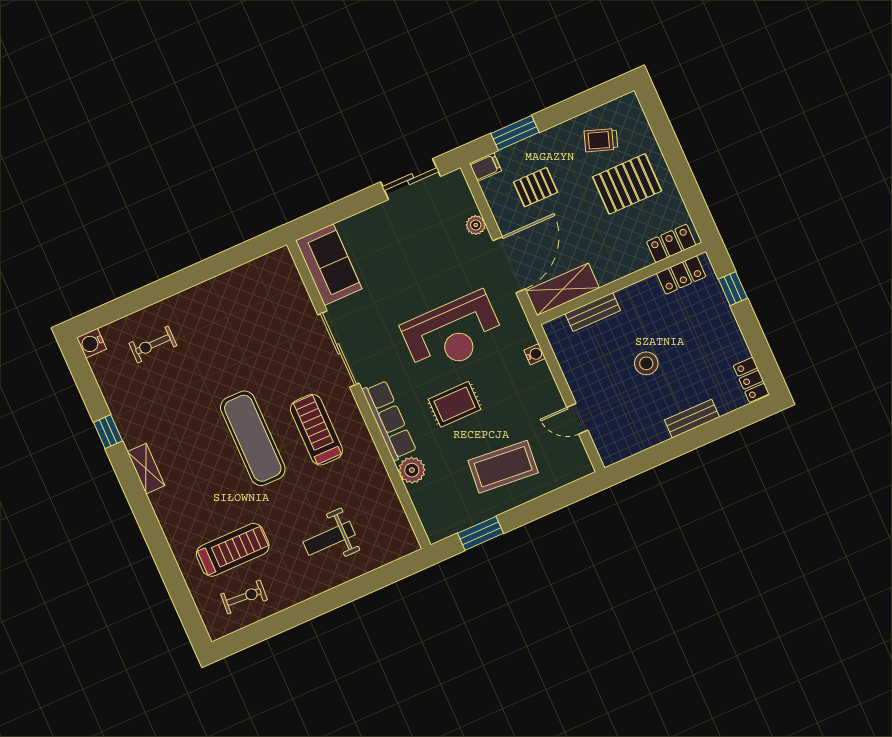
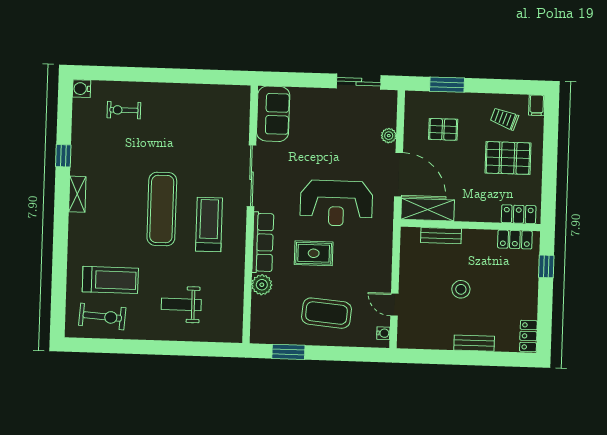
filing cabinet: (485, 167) -> (537, 105), moved, turned 90
door: (509, 265) -> (399, 175), hinge flipped
water cooler: (535, 354) -> (383, 333), moved
exercise bike: (244, 597) -> (102, 317), width x1.38, depth x1.39

